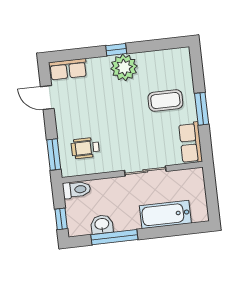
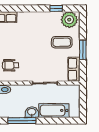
window: (116, 50) -> (56, 8), moved
plant: (124, 67) -> (69, 20), moved
washbasin: (102, 224) -> (32, 112), moved

